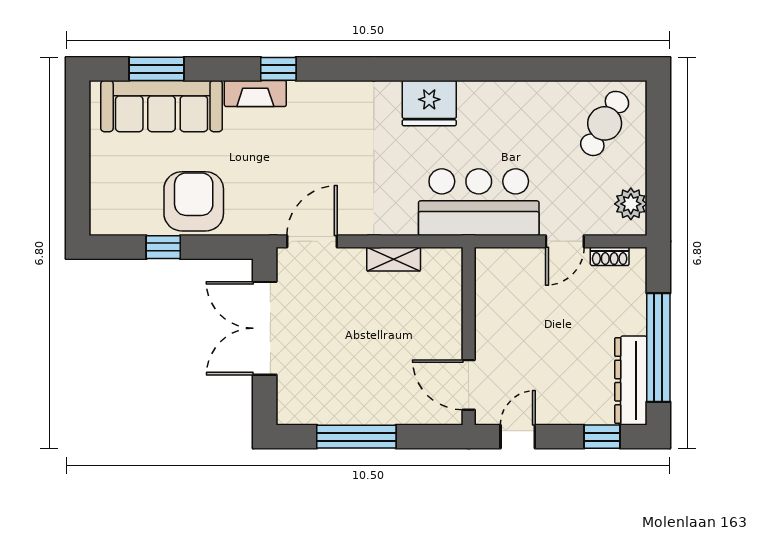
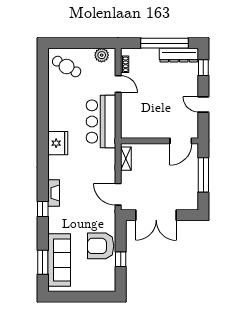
fireplace: (255, 93) -> (54, 193), moved
wall: (469, 336) -> (159, 141), moved
door: (469, 385) -> (181, 141), moved

